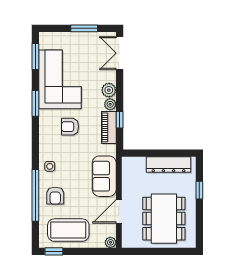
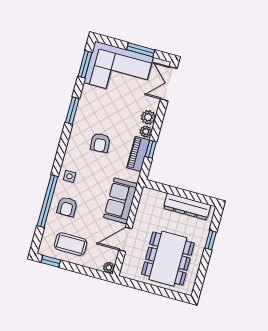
corner sofa: (60, 79) -> (118, 70), moved, turned 90
armchair: (70, 127) -> (100, 143), turned -95
coffee table: (68, 230) -> (71, 244), width x0.73, depth x0.76

